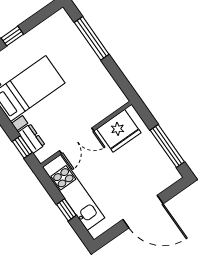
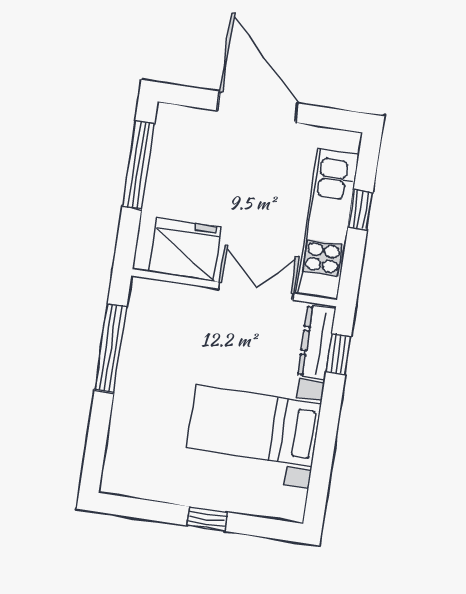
window: (92, 38) -> (111, 348), moved
dresser: (31, 139) -> (317, 342), width x1.44

